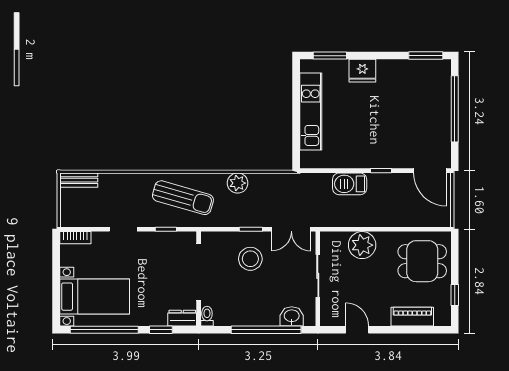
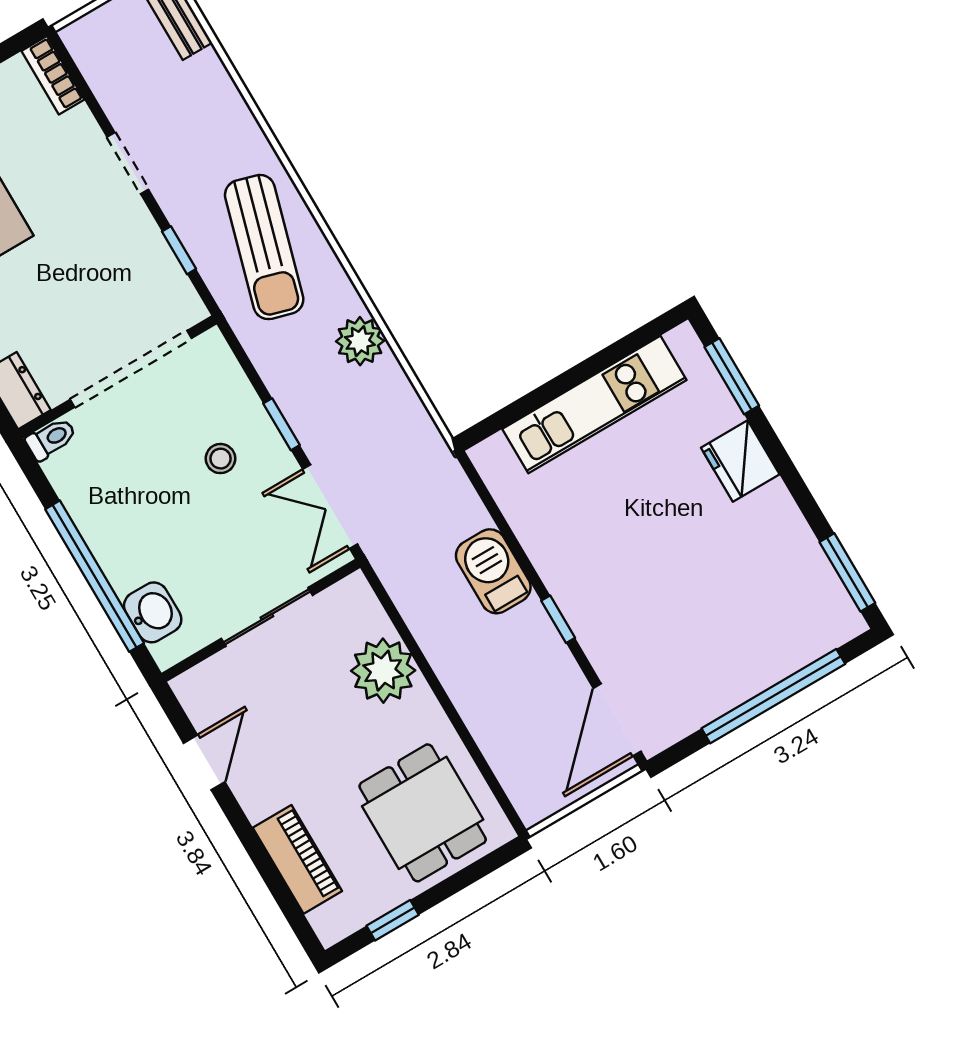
stool: (250, 259) -> (221, 459), width x0.53, depth x0.53

